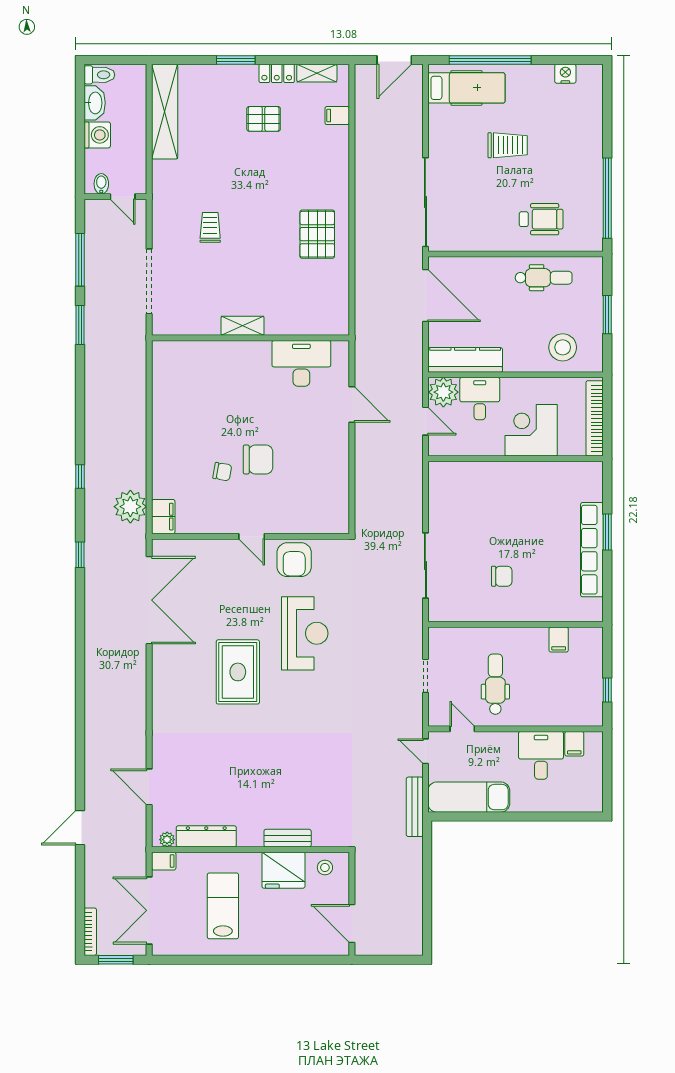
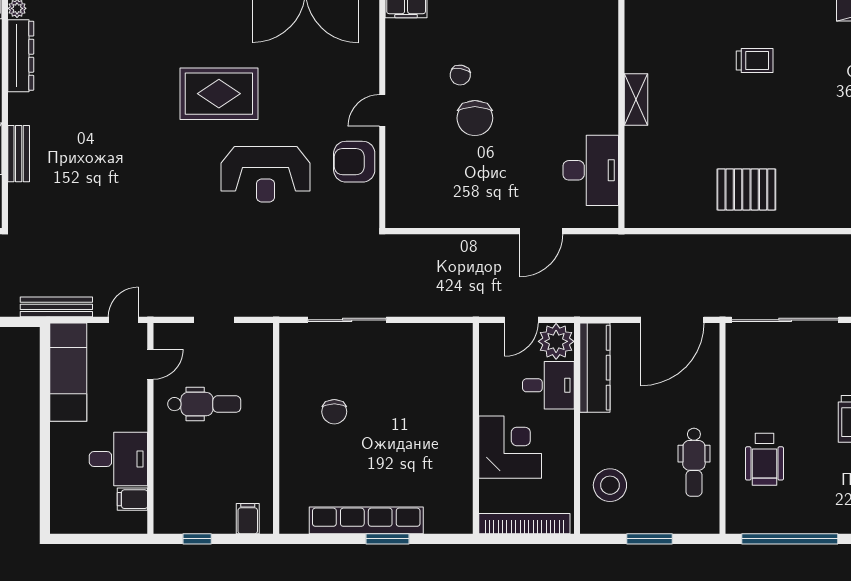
filing cabinet: (559, 640) -> (248, 519), moved, turned 90

